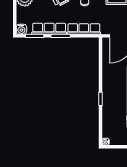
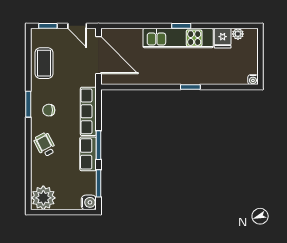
row of seats: (49, 29) -> (88, 154), width x0.68

